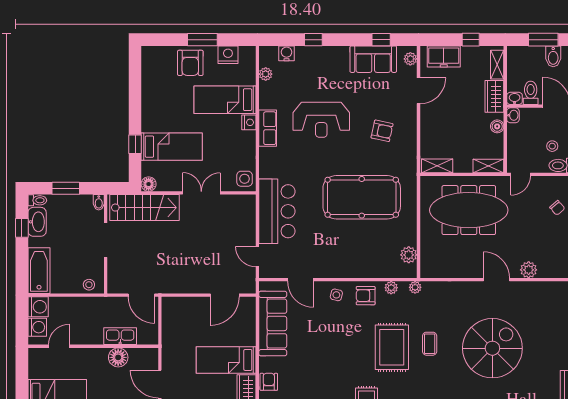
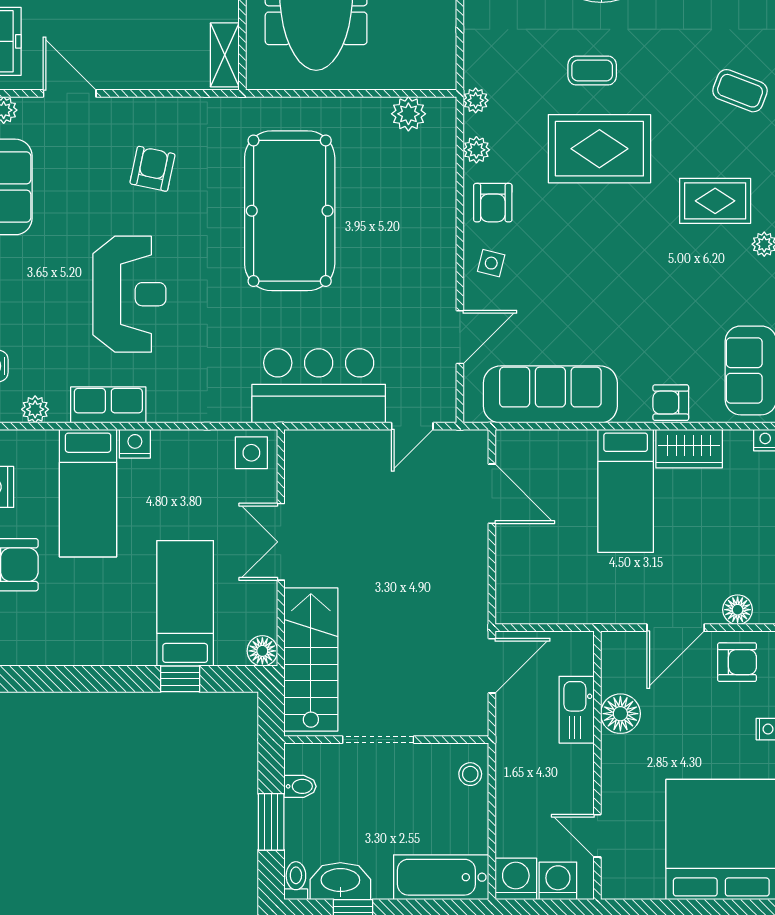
row of seats: (268, 128) -> (108, 405), moved
bidet: (99, 202) -> (300, 786), moved

